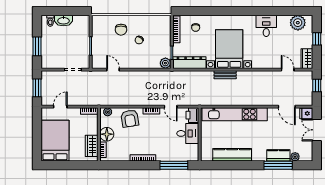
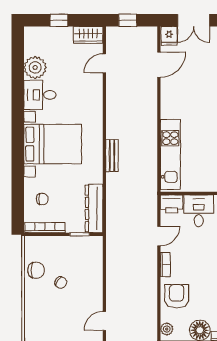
plant: (298, 23) -> (35, 67), moved
chair: (121, 30) -> (36, 270), moved
bed with nightstands: (229, 49) -> (53, 144), moved, turned 180
plant: (165, 63) -> (95, 244), removed
kitchen unit: (235, 114) -> (170, 154), width x0.73
armchair: (130, 119) -> (177, 296), turned -81

